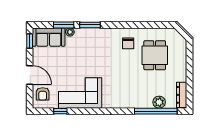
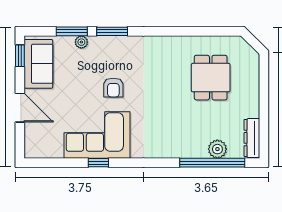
sofa: (49, 37) -> (38, 64), moved, turned -90
chair: (128, 43) -> (170, 59), removed
armchair: (43, 94) -> (113, 88), moved
window: (60, 111) -> (98, 163), moved

